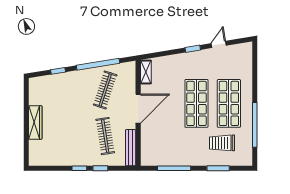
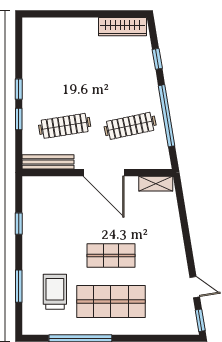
window: (193, 49) -> (200, 320), moved
clothes rail: (105, 90) -> (130, 126), turned -30
shop shelf: (196, 103) -> (111, 255), width x0.70, depth x0.74
wardrobe: (35, 122) -> (122, 27), moved
window: (174, 168) -> (19, 224), width x0.46

